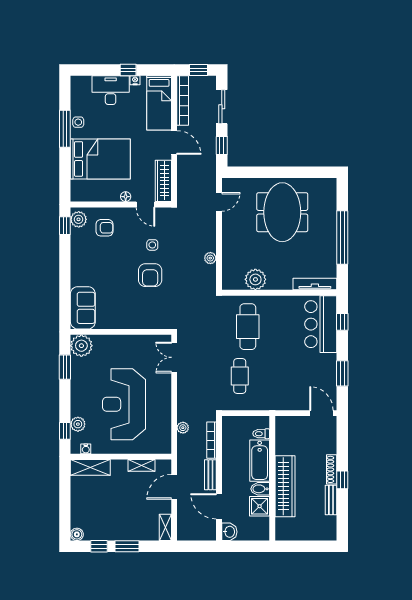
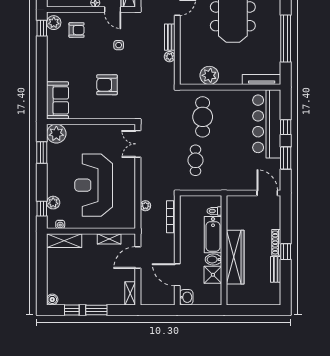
armchair: (150, 275) -> (107, 85), moved, turned 90
window: (342, 322) -> (286, 127), moved
bar counter: (321, 324) -> (267, 124), width x1.36
bench: (210, 475) -> (170, 37), moved

